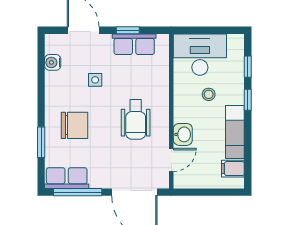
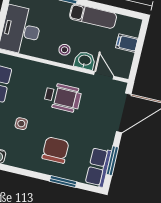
stool: (209, 94) -> (65, 50), moved
filing cabinet: (233, 169) -> (127, 43), moved, turned 90
window: (78, 192) -> (112, 161), width x0.69

